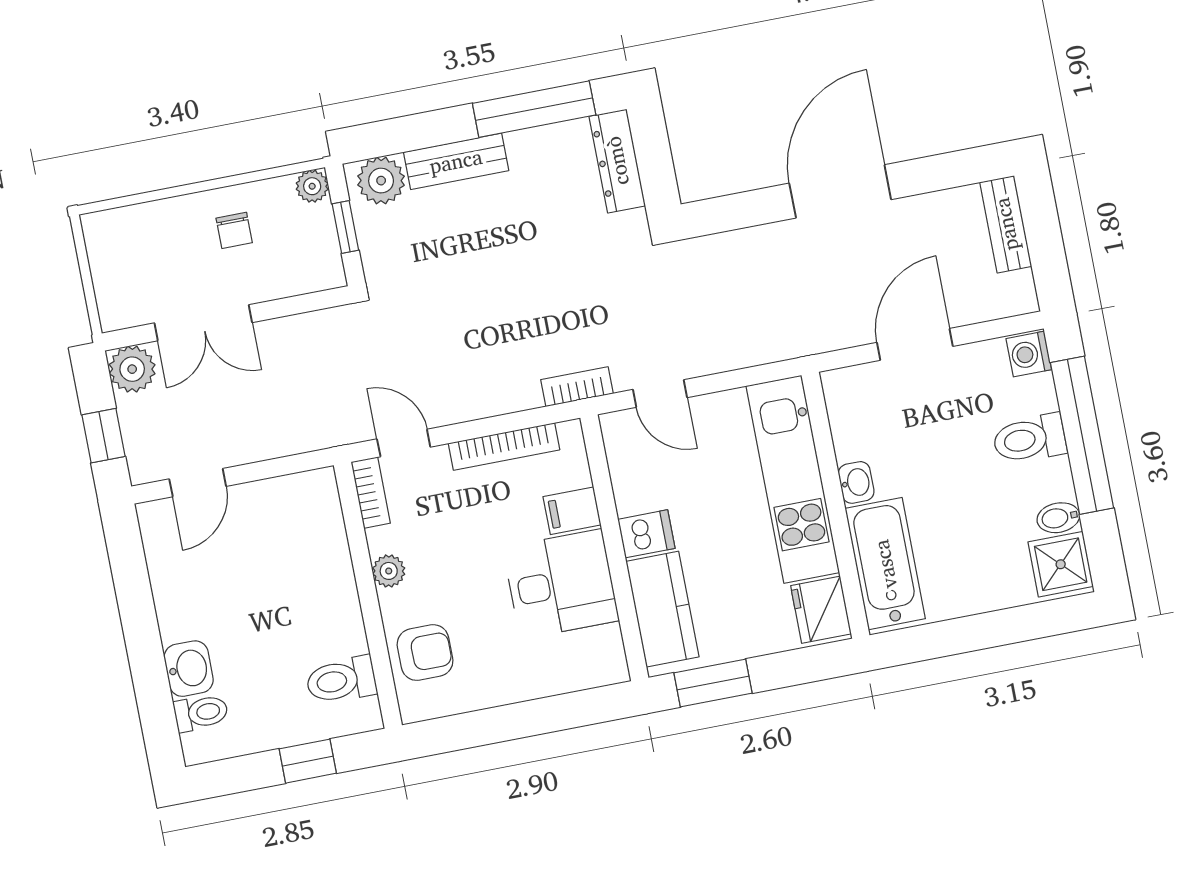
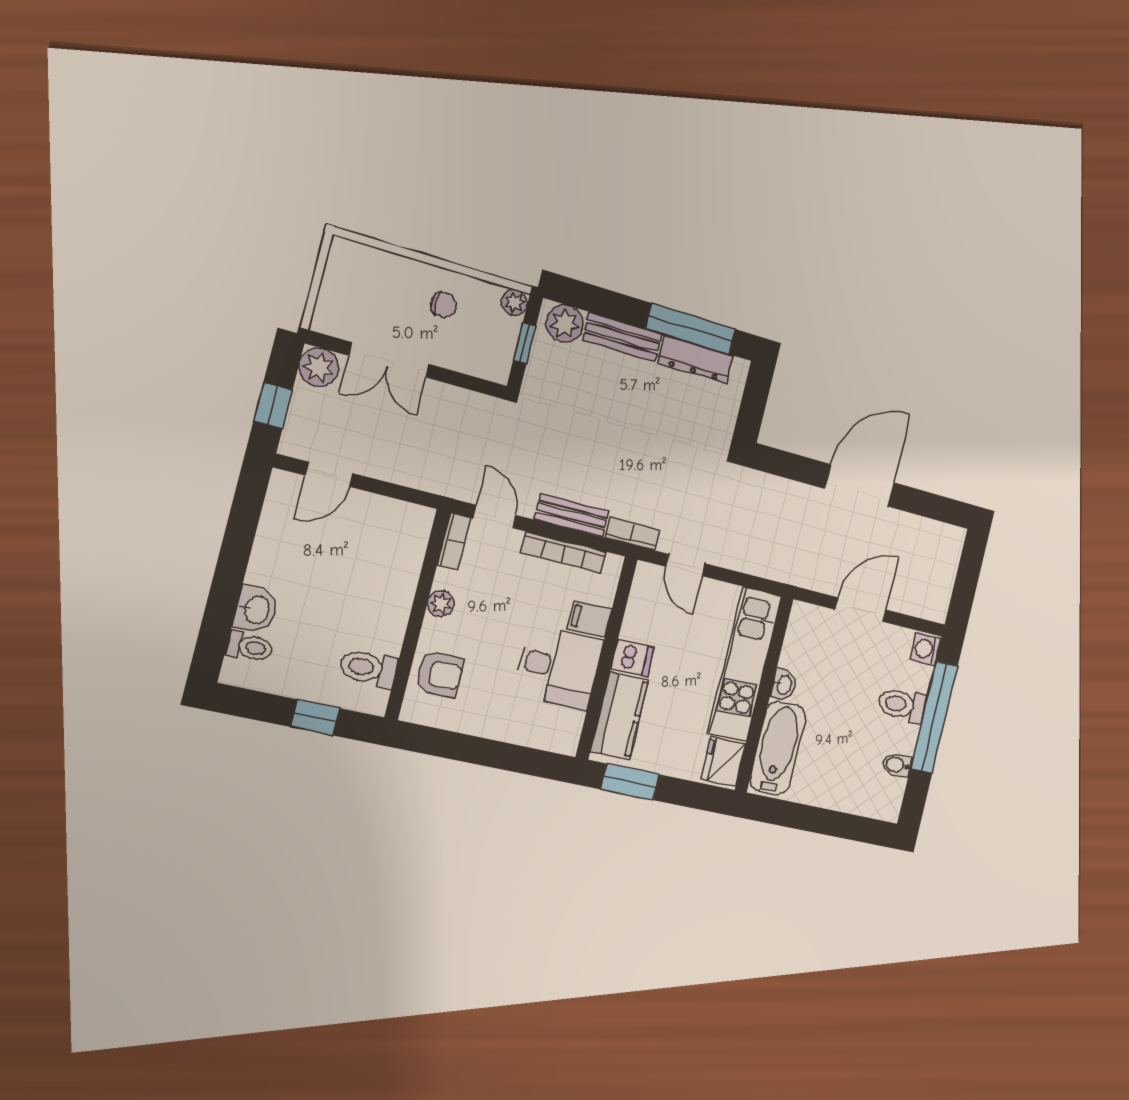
dresser: (617, 161) -> (696, 359), moved, turned -90
bench: (1006, 224) -> (572, 515), moved, turned 90
chair: (234, 230) -> (444, 305), turned -90
shower: (1061, 564) -> (885, 796), removed

